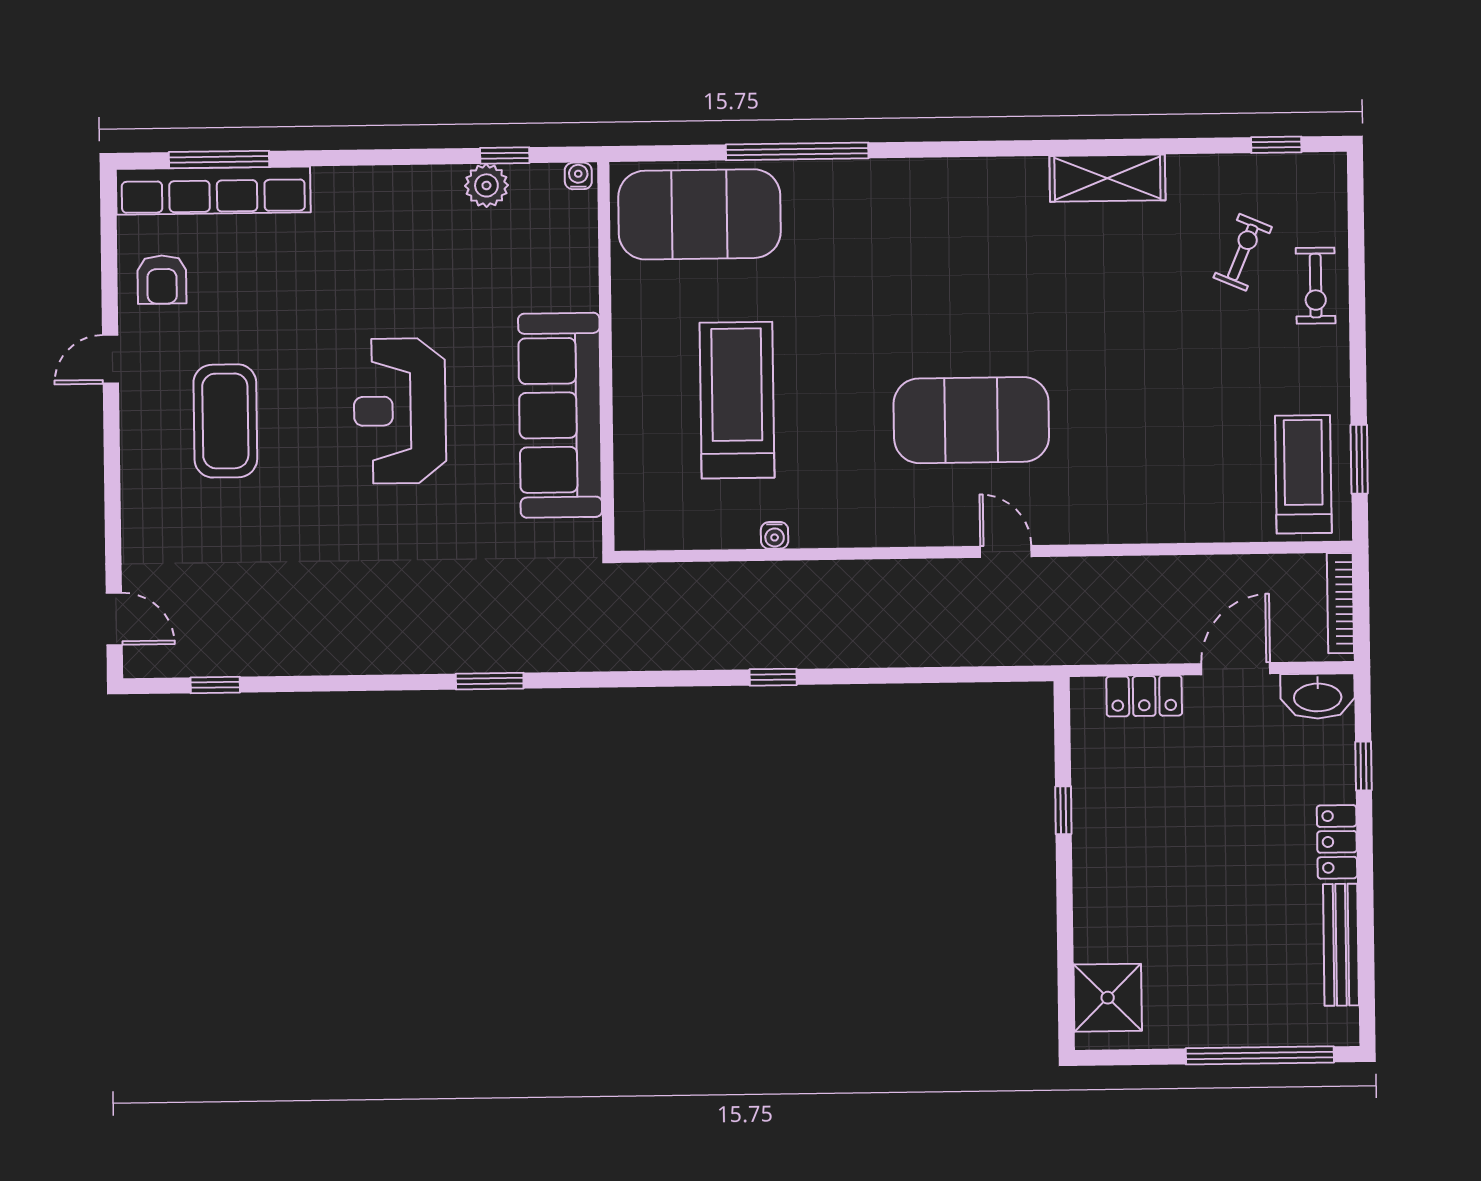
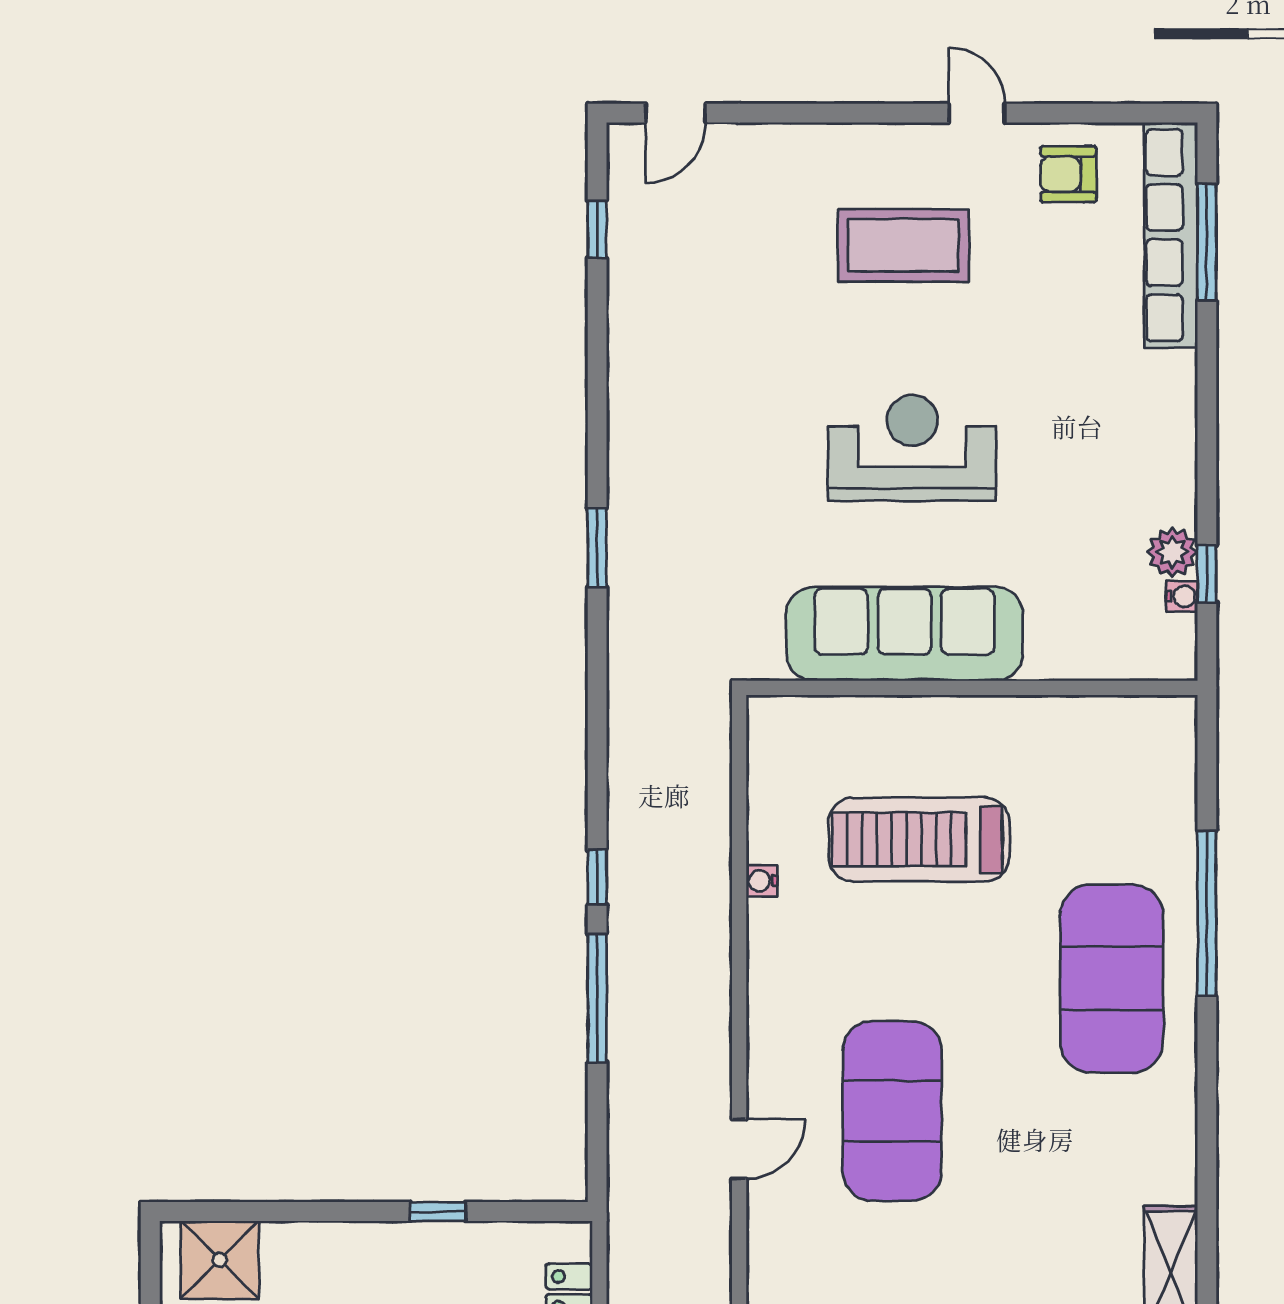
water cooler: (578, 176) -> (1182, 597), moved
exercise mat: (699, 214) -> (1112, 979), moved
treadmill: (737, 400) -> (919, 839), turned 180
window: (878, 676) -> (597, 998), added

